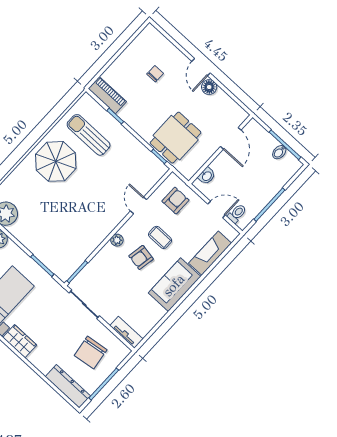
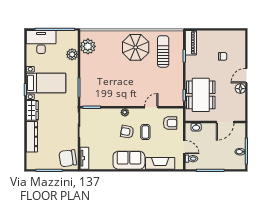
dining table: (176, 138) -> (201, 95), width x1.38
chair: (91, 353) -> (68, 158), moved
dresser: (68, 386) -> (32, 137), moved

